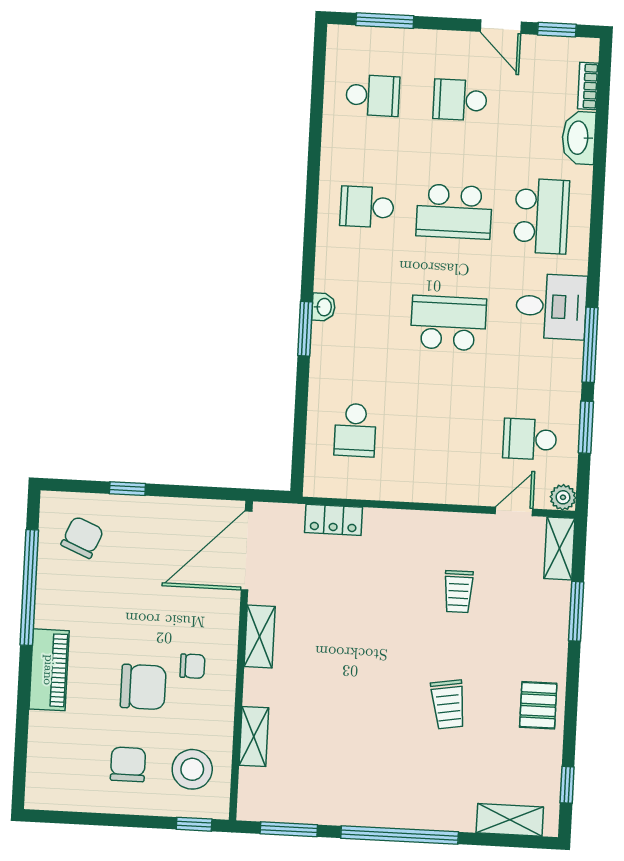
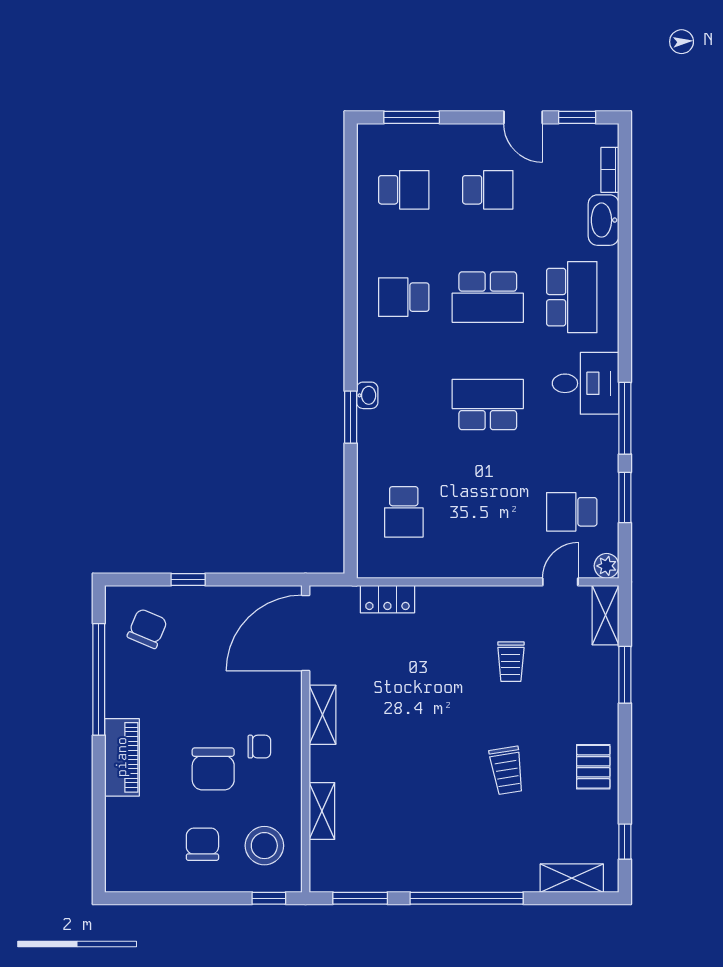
school desk: (460, 100) -> (488, 190), turned 180
chair: (143, 687) -> (213, 769), turned 90

